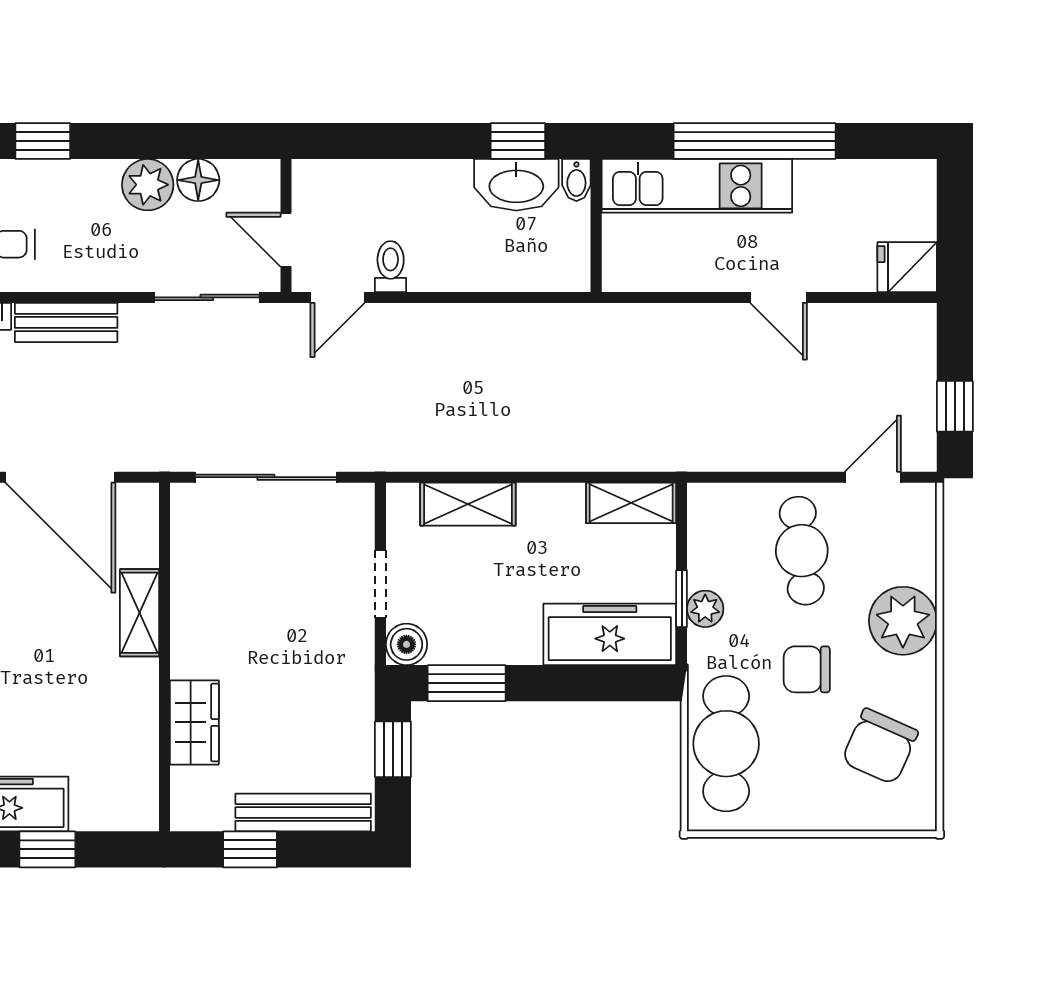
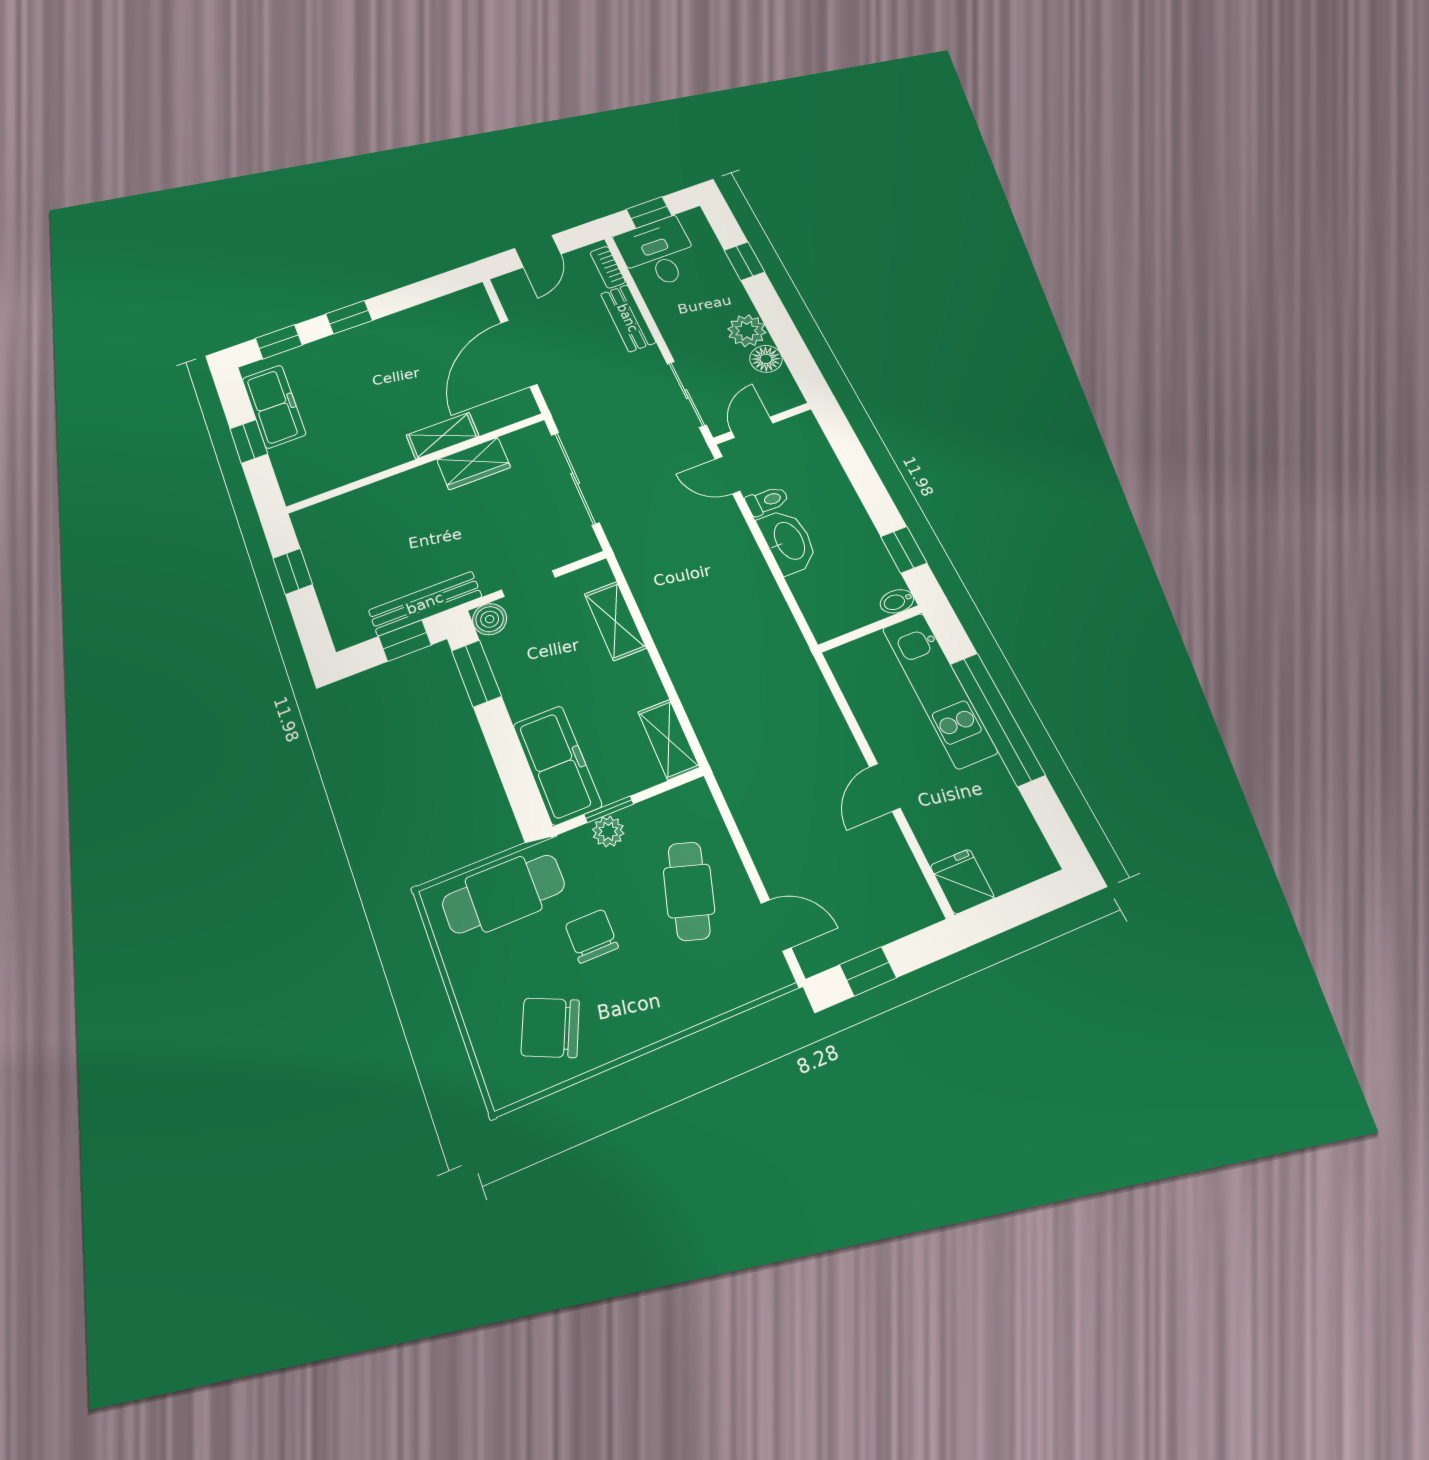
washbasin: (516, 185) -> (788, 541), moved, turned 180
cafe table: (802, 551) -> (689, 891), turned -67
plant: (903, 621) -> (666, 1003), removed
wardrobe: (194, 722) -> (474, 464), moved
bench: (303, 813) -> (425, 603), moved, turned 90

